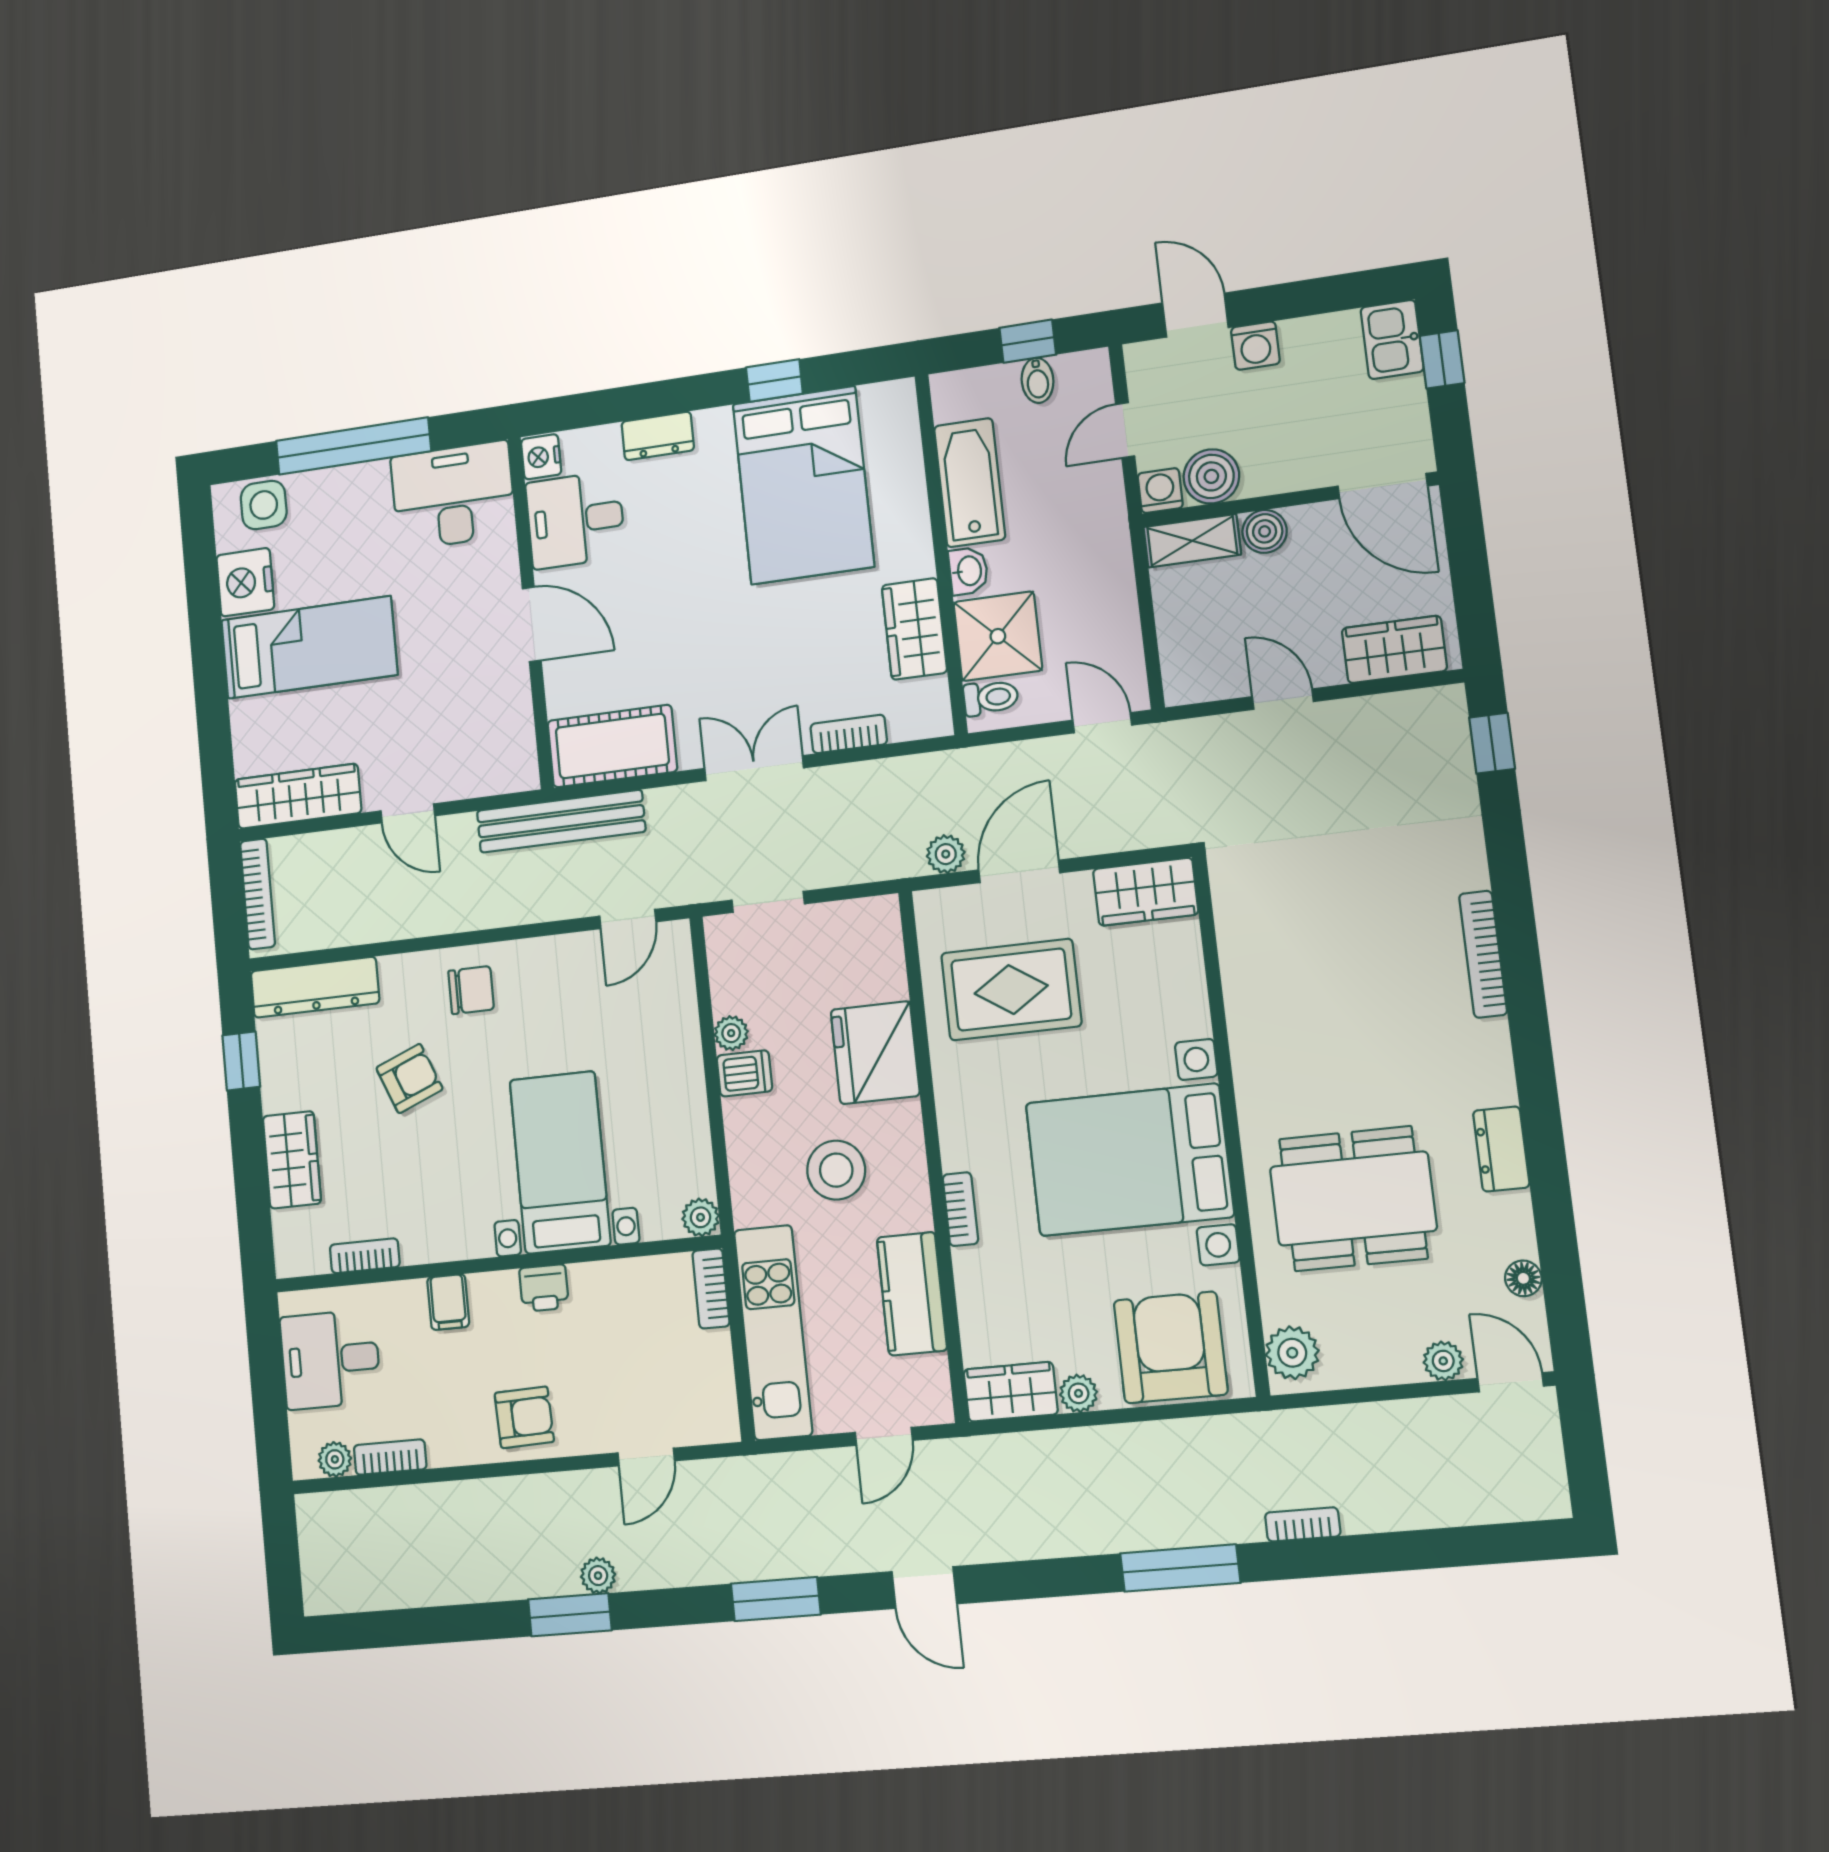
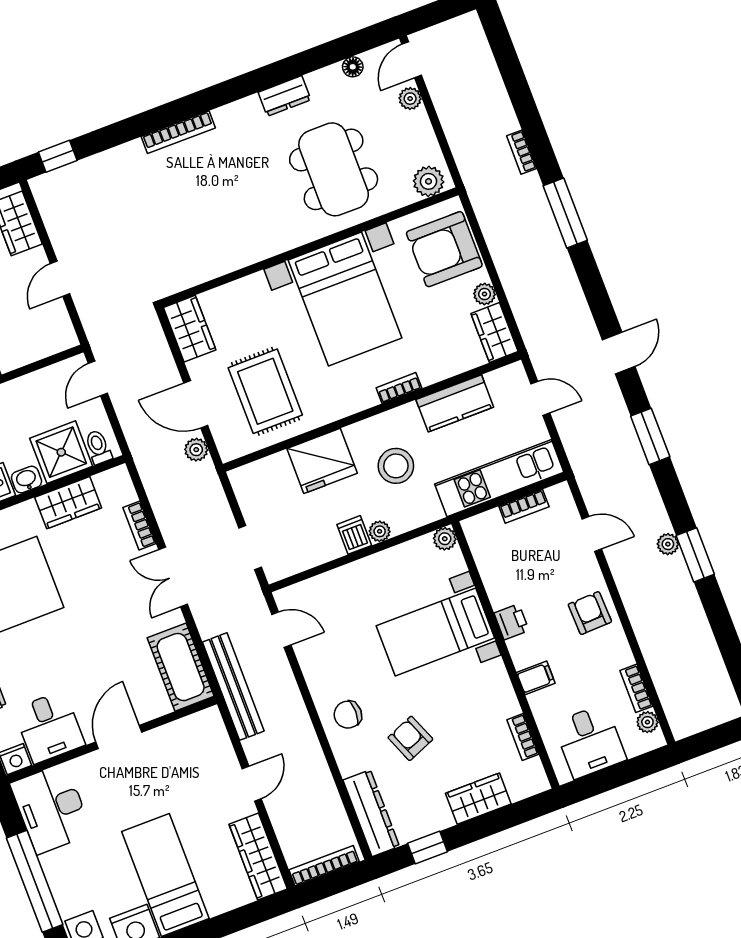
chair: (471, 990) -> (348, 715), turned -90
plant: (731, 1033) -> (380, 531), moved
bookcase: (711, 1289) -> (524, 506), moved

